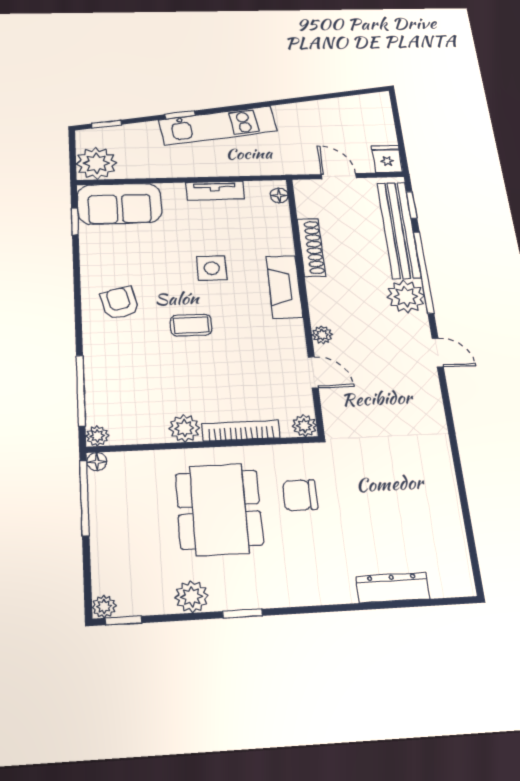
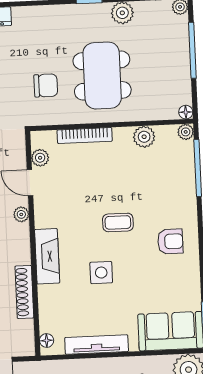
tv unit: (215, 191) -> (97, 345), width x1.41
armchair: (120, 303) -> (170, 241), turned -76
plant: (304, 426) -> (40, 158), moved
plant: (184, 428) -> (144, 137), moved
window: (84, 498) -> (192, 50), moved

